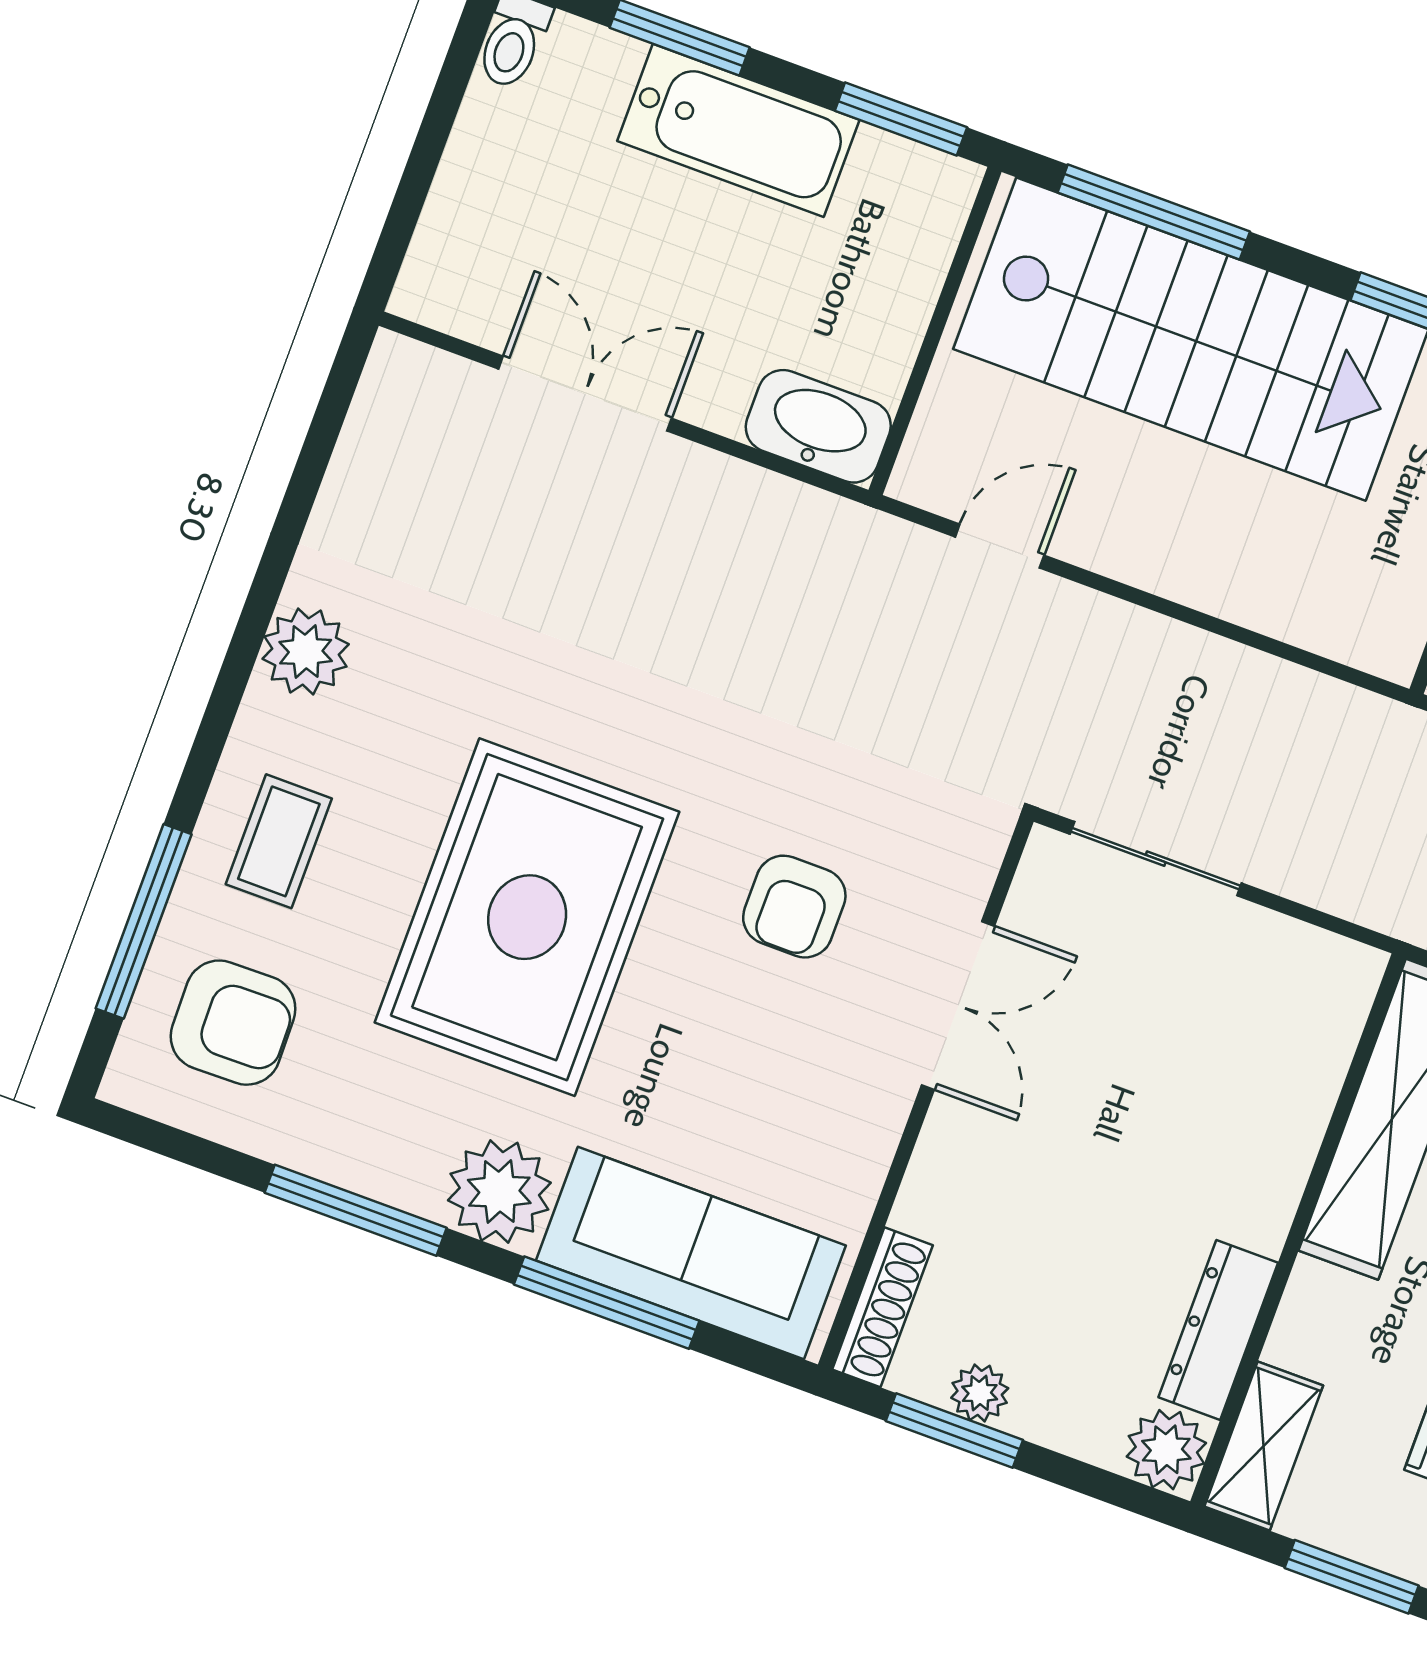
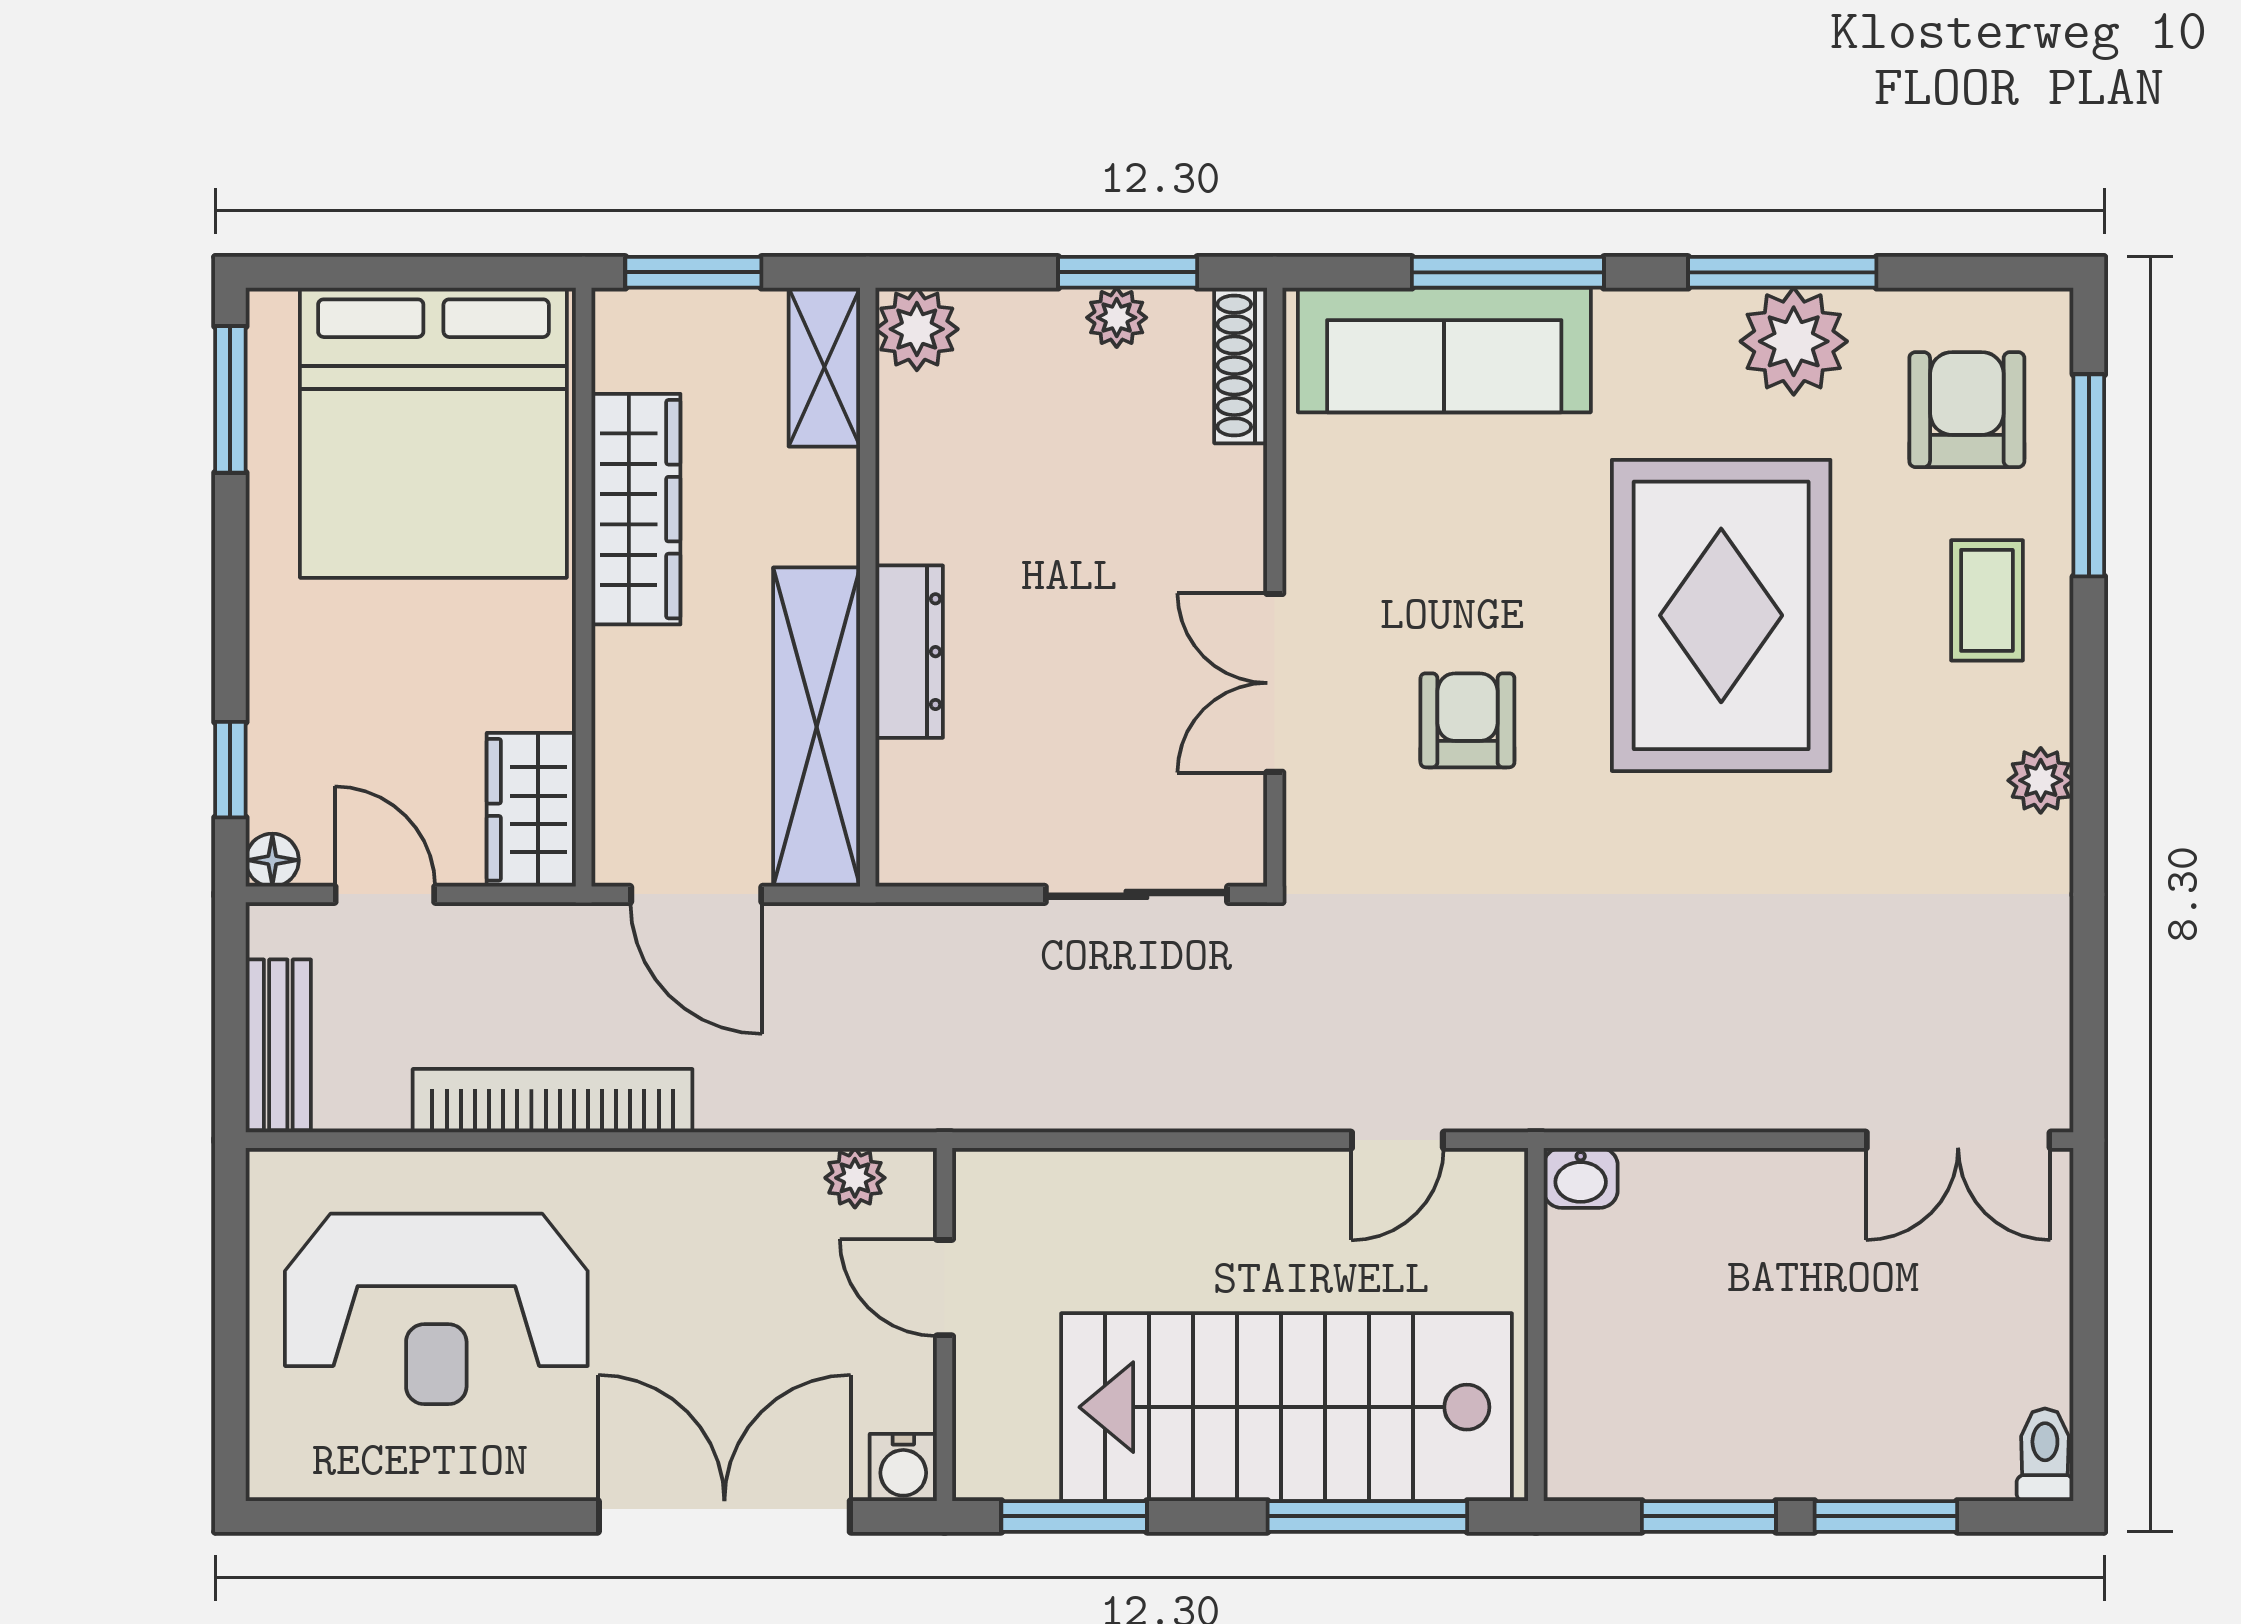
window: (901, 119) -> (1709, 1516), moved
bathtub: (738, 130) -> (1796, 1448), removed
double door: (585, 394) -> (1958, 1140), moved
washbasin: (818, 426) -> (1581, 1178), width x0.52, depth x0.69
plant: (306, 652) -> (2041, 780), width x0.73, depth x0.73
armchair: (233, 1023) -> (1967, 410), turned 91
plant: (499, 1192) -> (1794, 341), moved
dresser: (1218, 1330) -> (909, 652), moved

